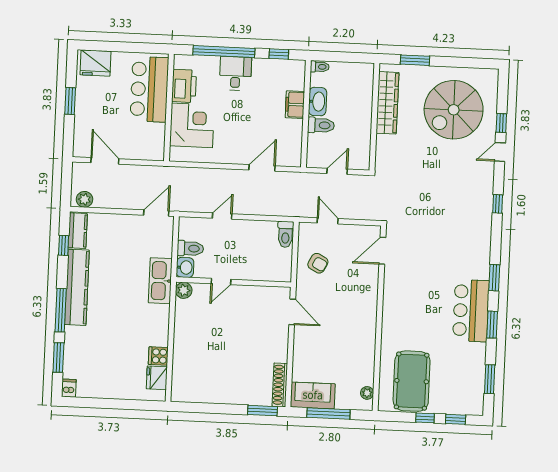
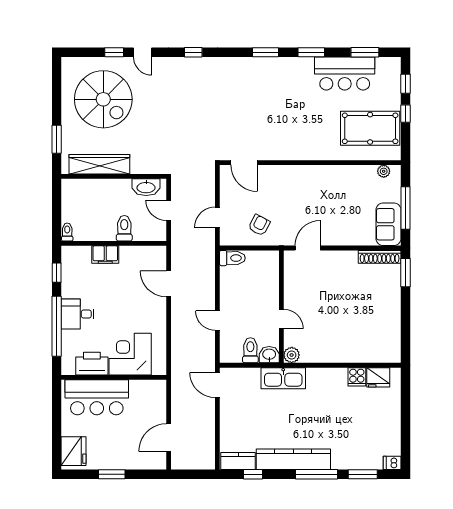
washbasin: (318, 102) -> (146, 187), moved, turned 180
plant: (84, 199) -> (207, 456), removed
bar counter: (471, 311) -> (345, 73), moved

